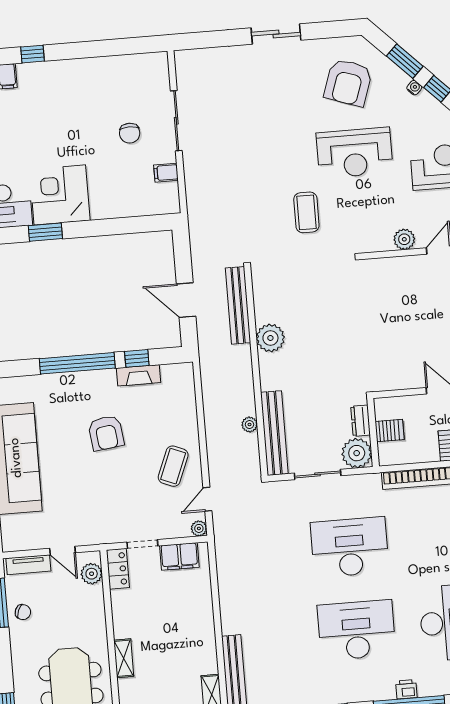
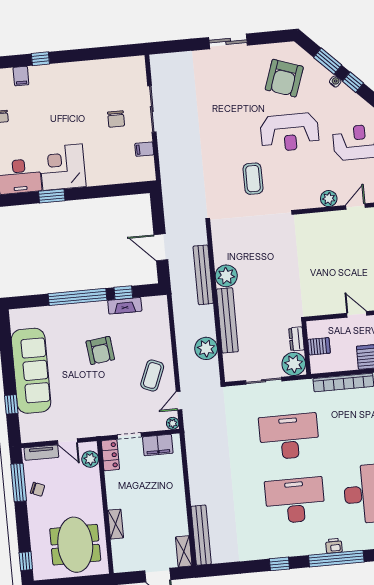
bench: (238, 305) -> (203, 275), moved
plant: (249, 425) -> (206, 348), width x1.87, depth x1.87
bench: (274, 433) -> (227, 320), moved

